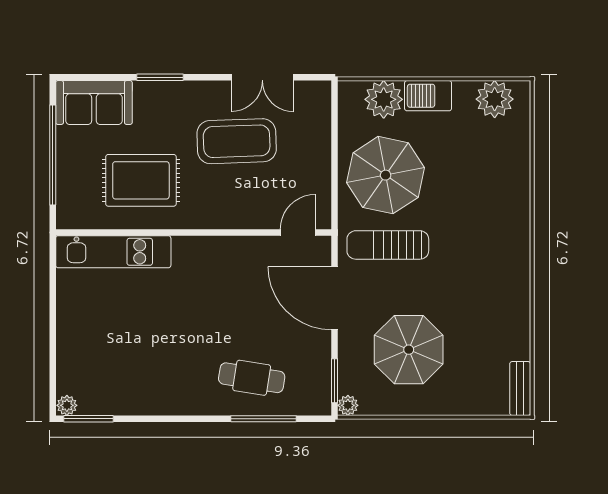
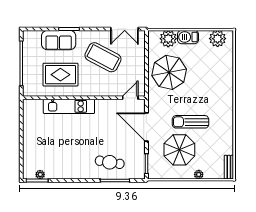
double door: (262, 77) -> (125, 29), moved
sofa: (94, 103) -> (59, 40), moved
coffee table: (237, 141) -> (103, 57), turned 30
sun lounger: (388, 245) -> (191, 122), moved
kitchen unit: (113, 252) -> (69, 106), moved
plant: (67, 405) -> (40, 175), moved
plant: (348, 405) -> (199, 175), moved

